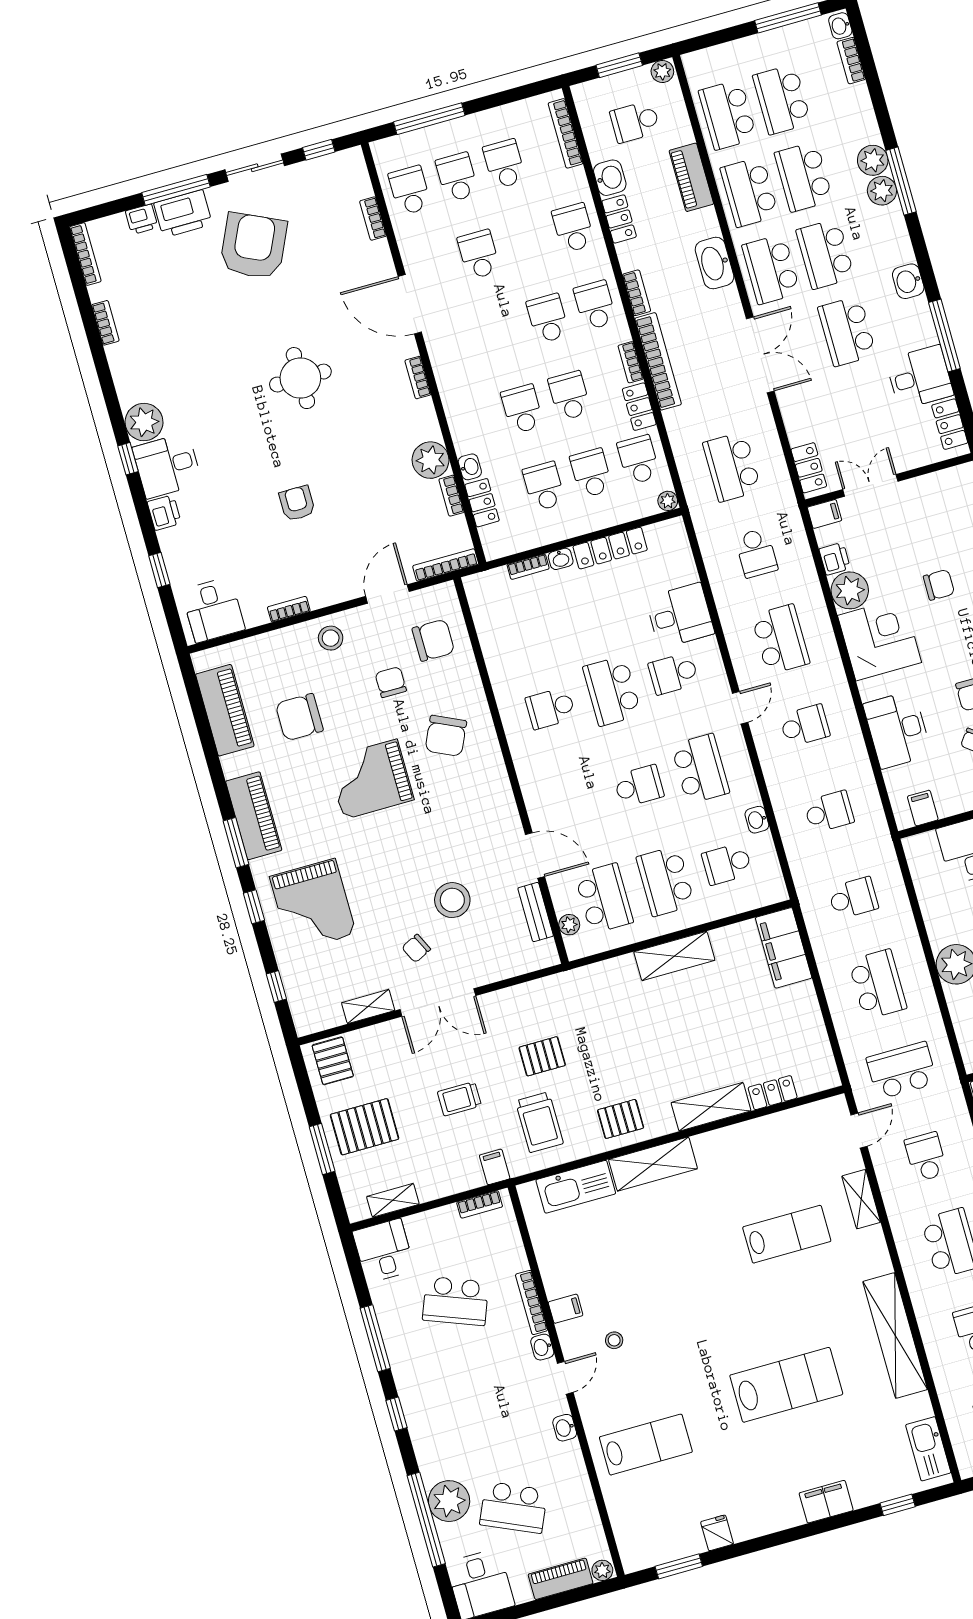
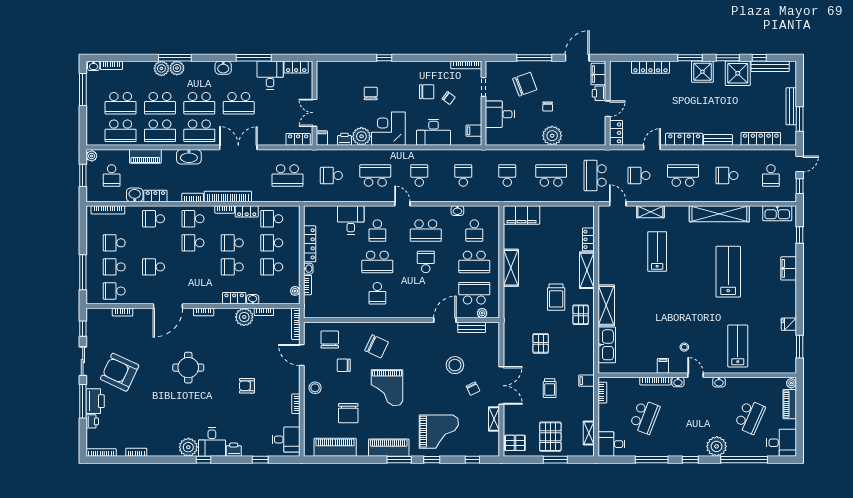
plant: (668, 501) -> (295, 291), moved
locker: (482, 503) -> (234, 298), moved
school desk: (756, 553) -> (331, 176), turned 180
school desk: (700, 769) -> (426, 231), turned 180
trolley: (539, 1122) -> (556, 297), moved, turned 90
plant: (449, 1501) -> (717, 446), moved

